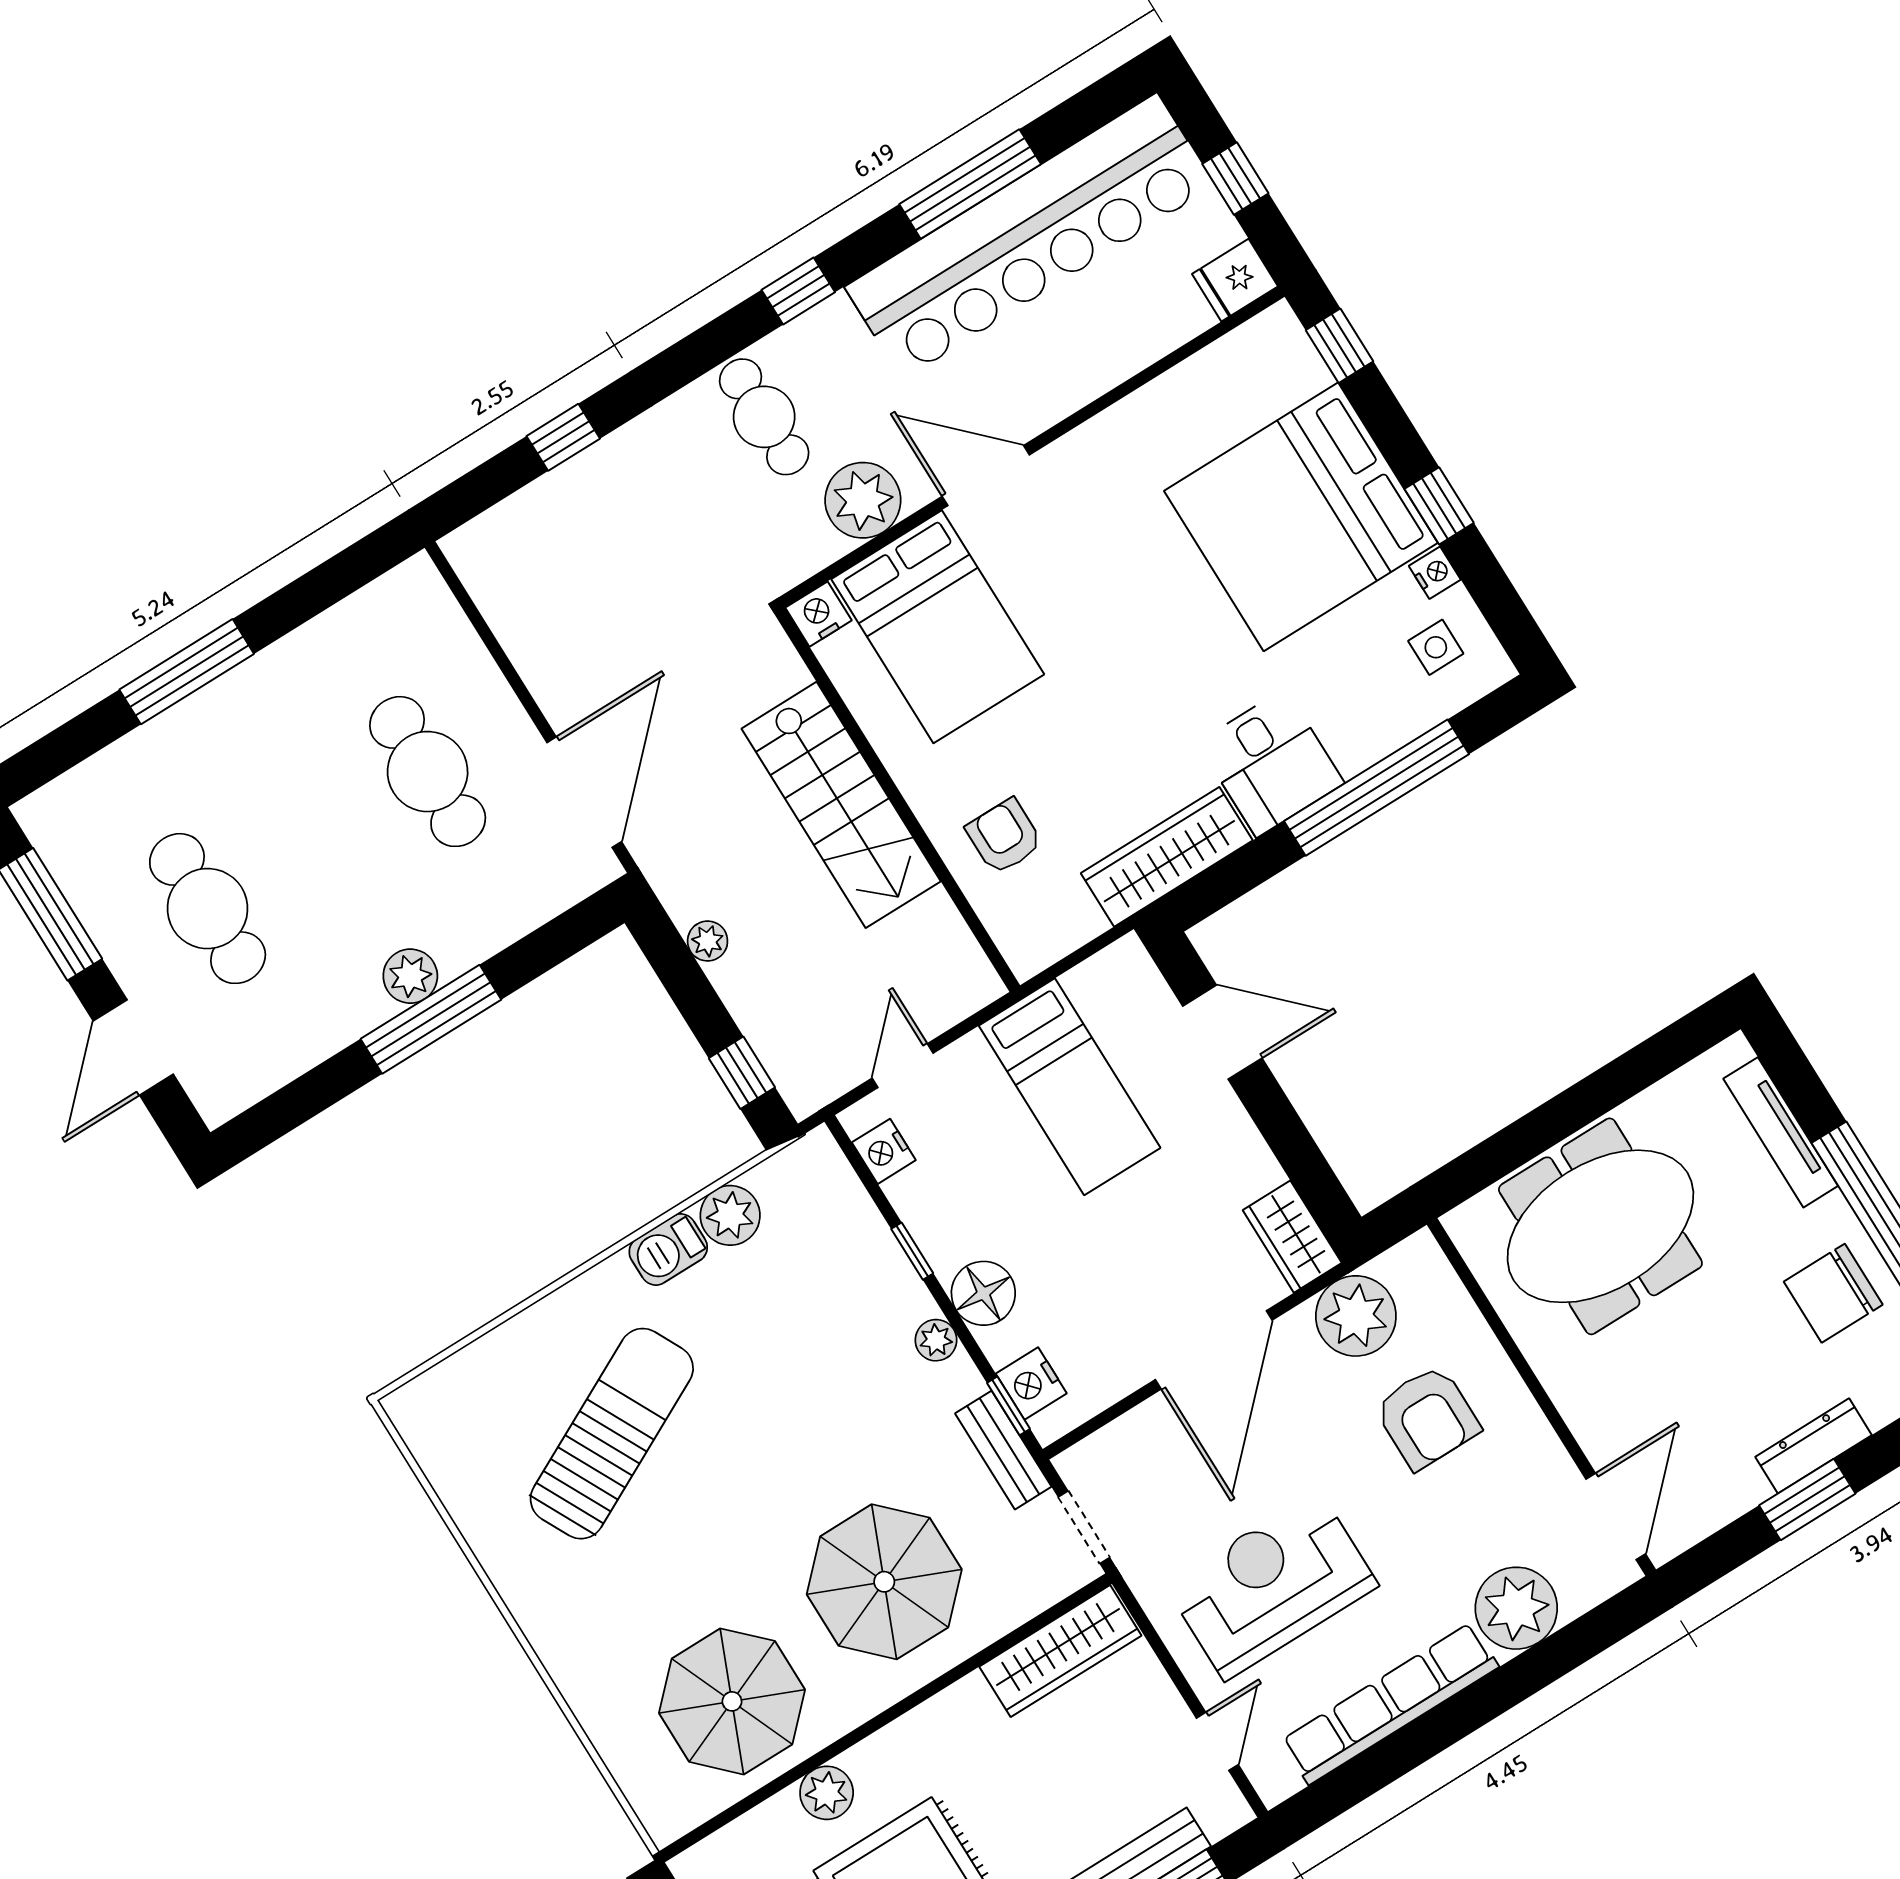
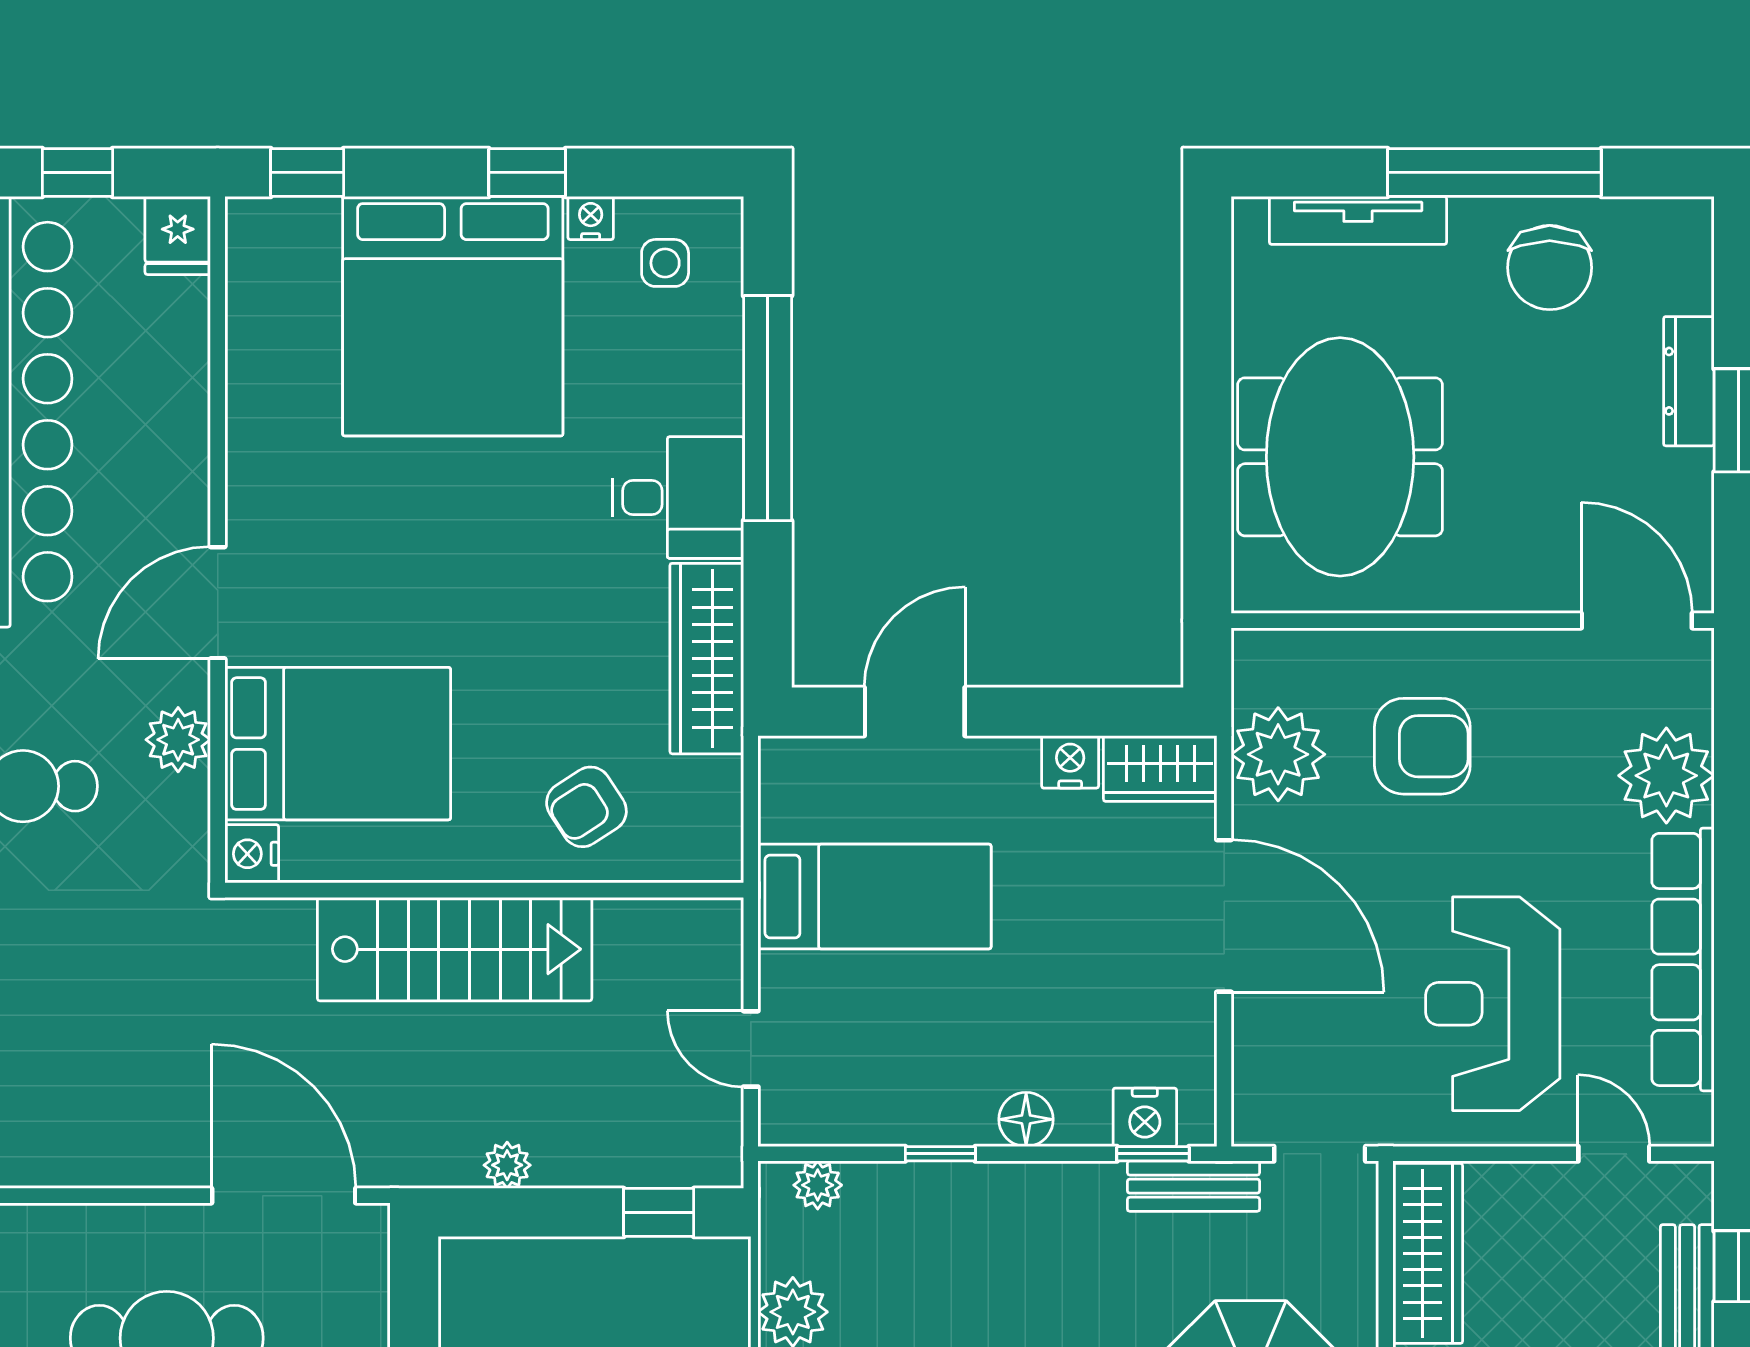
plant: (863, 500) -> (178, 740), width x0.73, depth x0.73
armchair: (1004, 836) -> (586, 807), turned -33
nightstand: (884, 1151) -> (1070, 762), moved, turned 180
floor lamp: (983, 1293) -> (1026, 1119), width x0.73, depth x0.73
plant: (936, 1340) -> (818, 1185), moved

